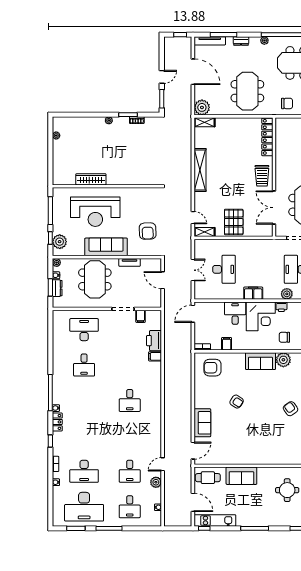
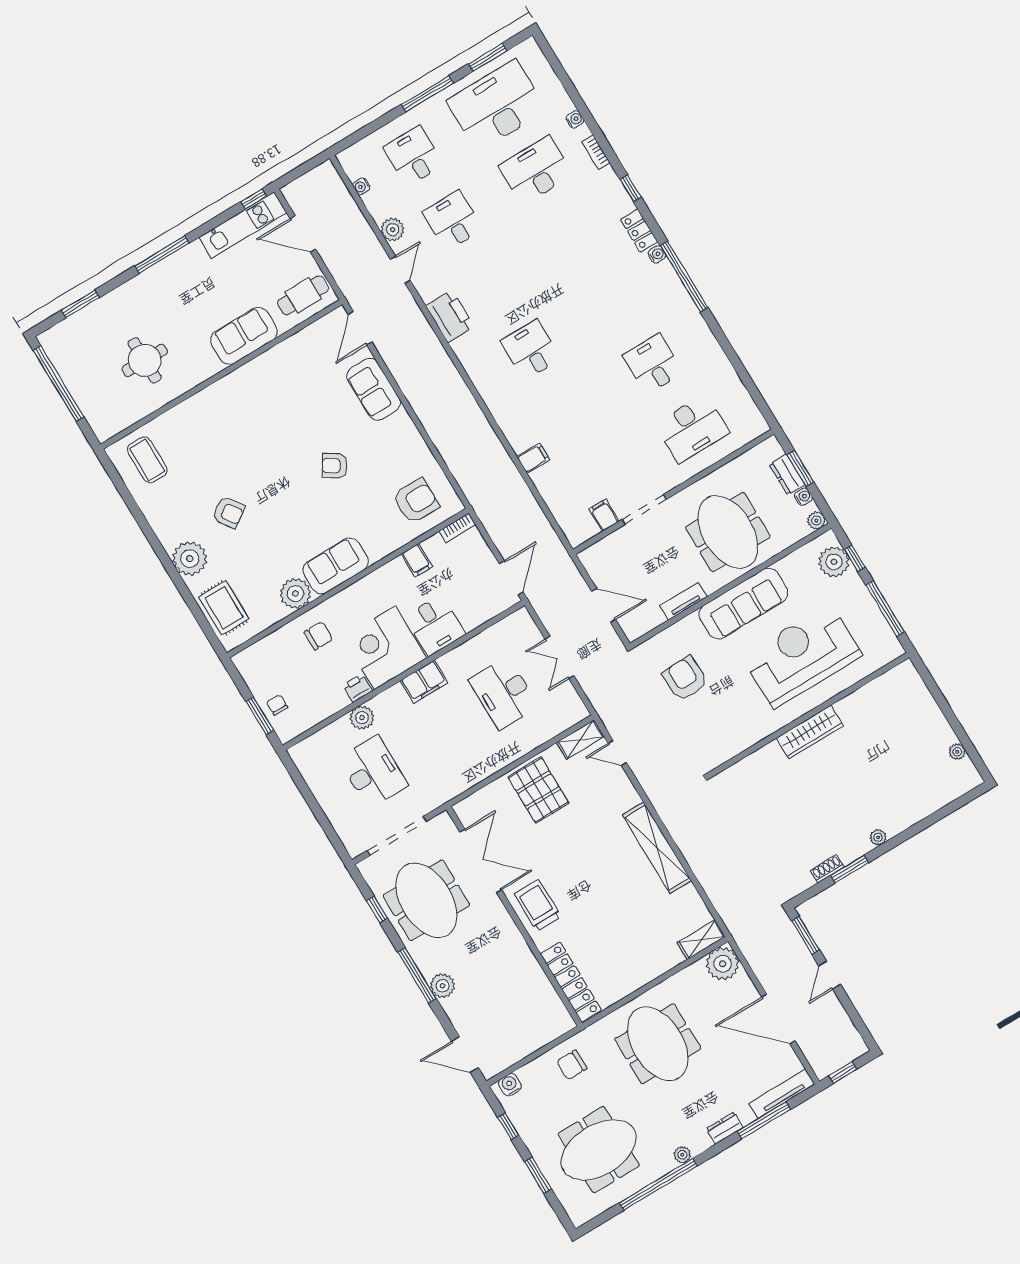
wardrobe: (91, 179) -> (810, 732), moved
printer: (154, 341) -> (450, 316), moved

